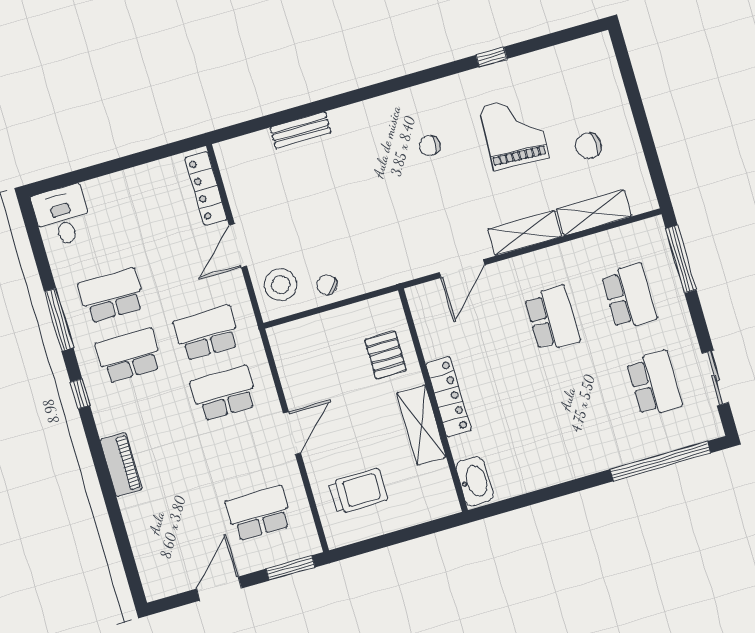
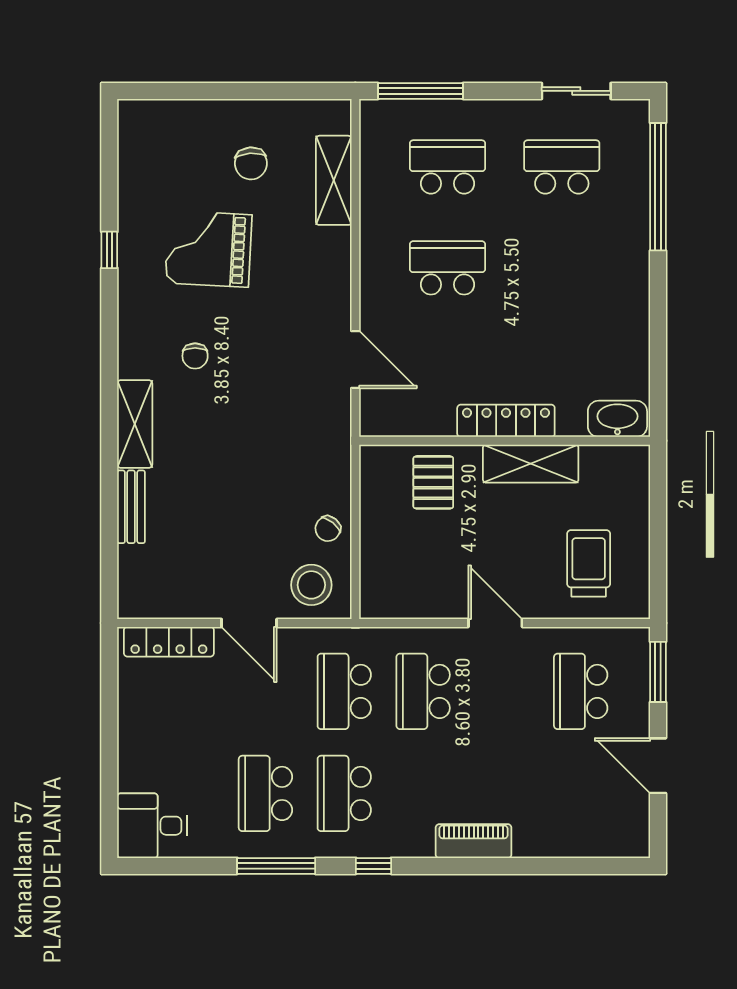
shelving: (525, 233) -> (135, 424), moved
pallet: (386, 355) -> (433, 482), turned 90

